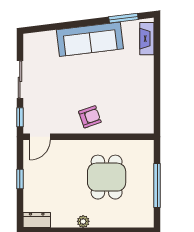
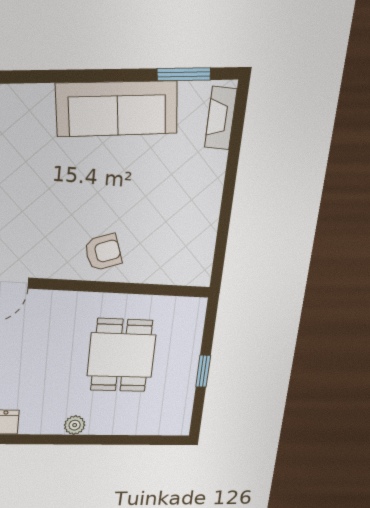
window: (157, 185) -> (203, 371), width x0.46

